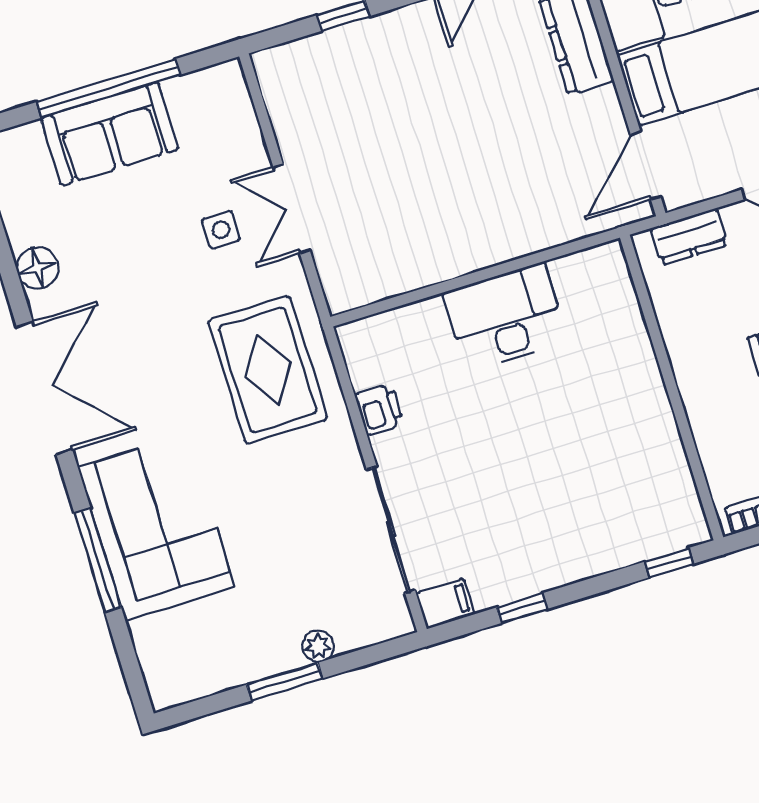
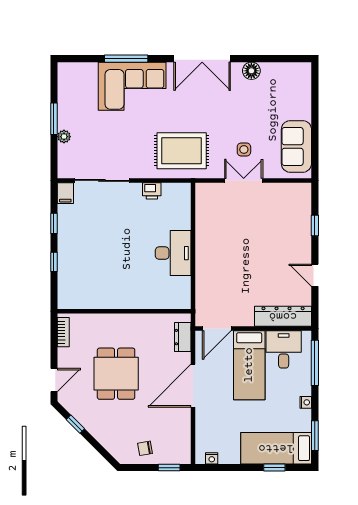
window: (108, 88) -> (315, 122), removed
sofa: (110, 134) -> (296, 146), moved
door: (646, 166) -> (217, 328), swing flipped
window: (669, 563) -> (54, 262), moved

